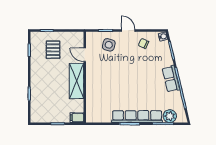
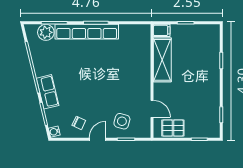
door: (128, 30) -> (98, 139), swing flipped
pallet: (53, 50) -> (173, 128), moved, turned 90
row of seats: (171, 79) -> (48, 92), moved
shelving: (77, 81) -> (162, 60), moved

